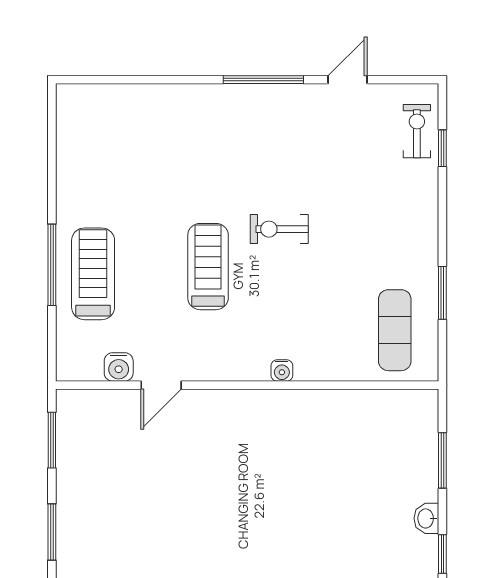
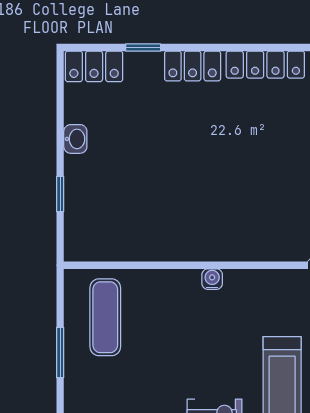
window: (442, 460) -> (60, 194), width x0.67
window: (442, 554) -> (60, 105), removed

